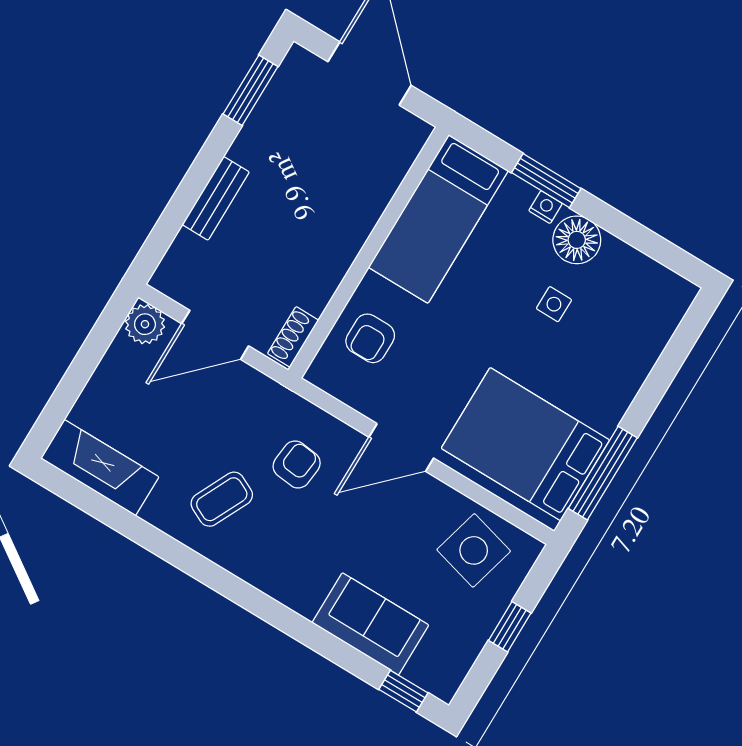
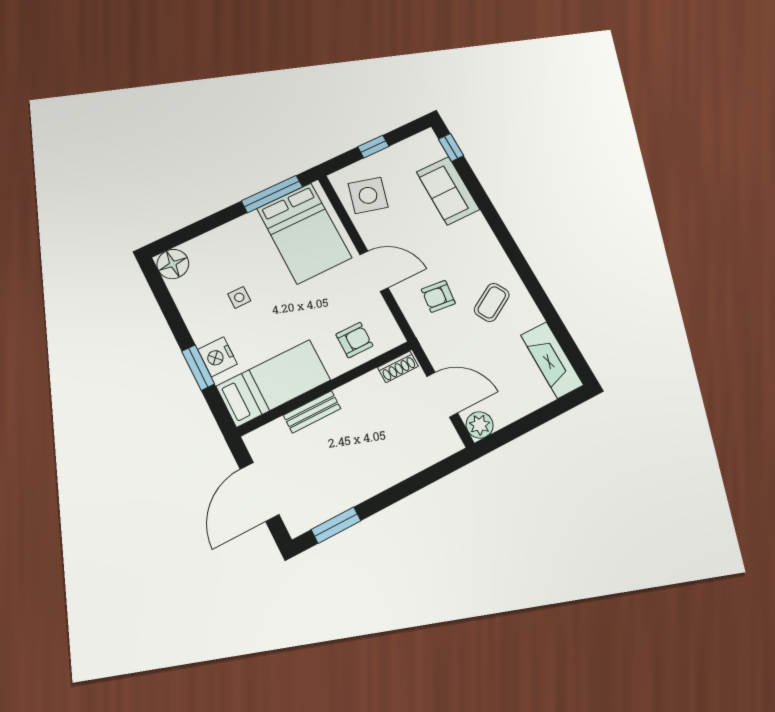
bench: (216, 198) -> (312, 412), moved
nightstand: (546, 207) -> (217, 357), width x1.89, depth x1.79
floor lamp: (577, 240) -> (173, 264), moved
coffee table: (222, 499) -> (492, 302), turned -56

